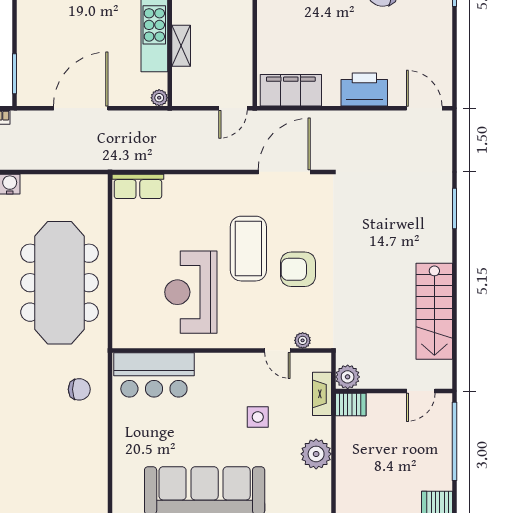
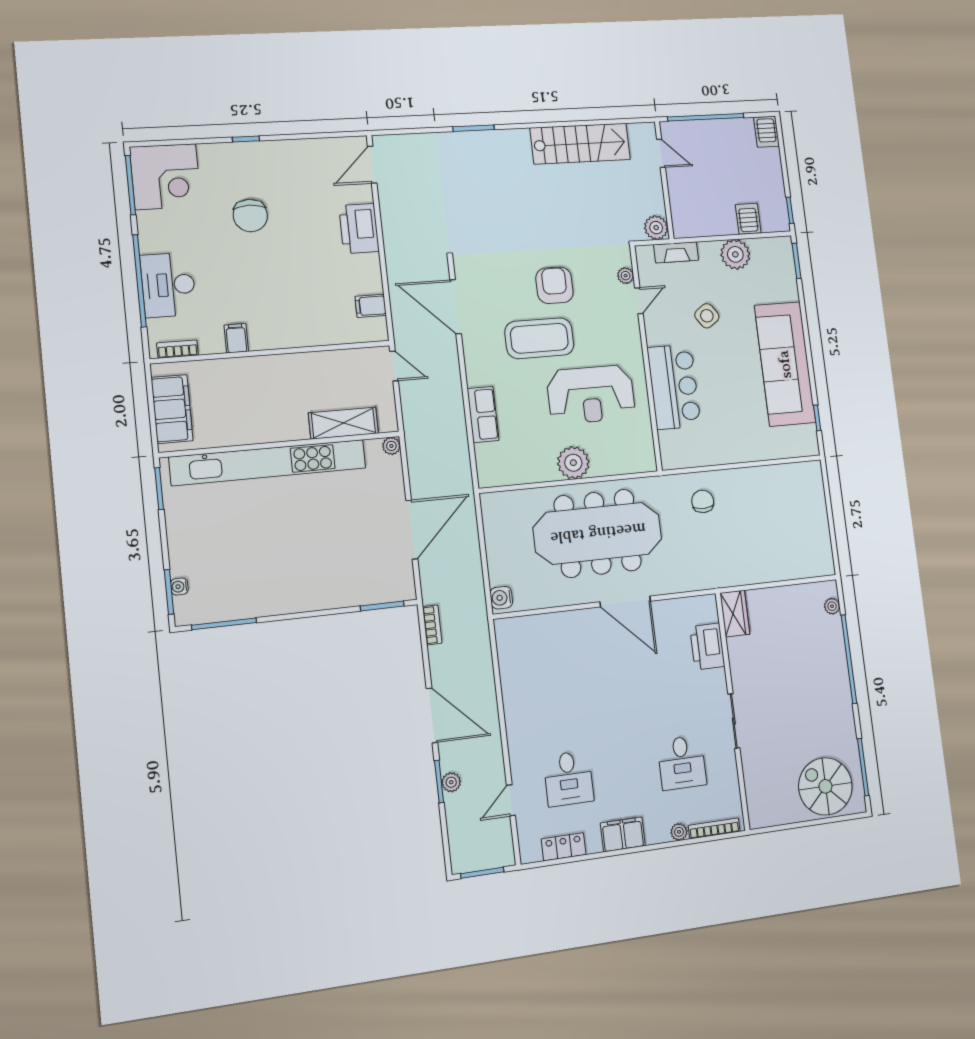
shelving: (181, 46) -> (343, 423), width x1.50, depth x1.33
filing cabinet: (291, 90) -> (371, 306), width x0.33, depth x0.86
door: (81, 108) -> (412, 530), swing flipped
row of seats: (138, 186) -> (483, 414), moved
plant: (128, 267) -> (573, 463), added
armchair: (298, 269) -> (554, 285), turned 180
bar counter: (154, 375) -> (674, 387), moved
server rack: (351, 405) -> (748, 219), moved
side table: (258, 417) -> (707, 316), turned -35

